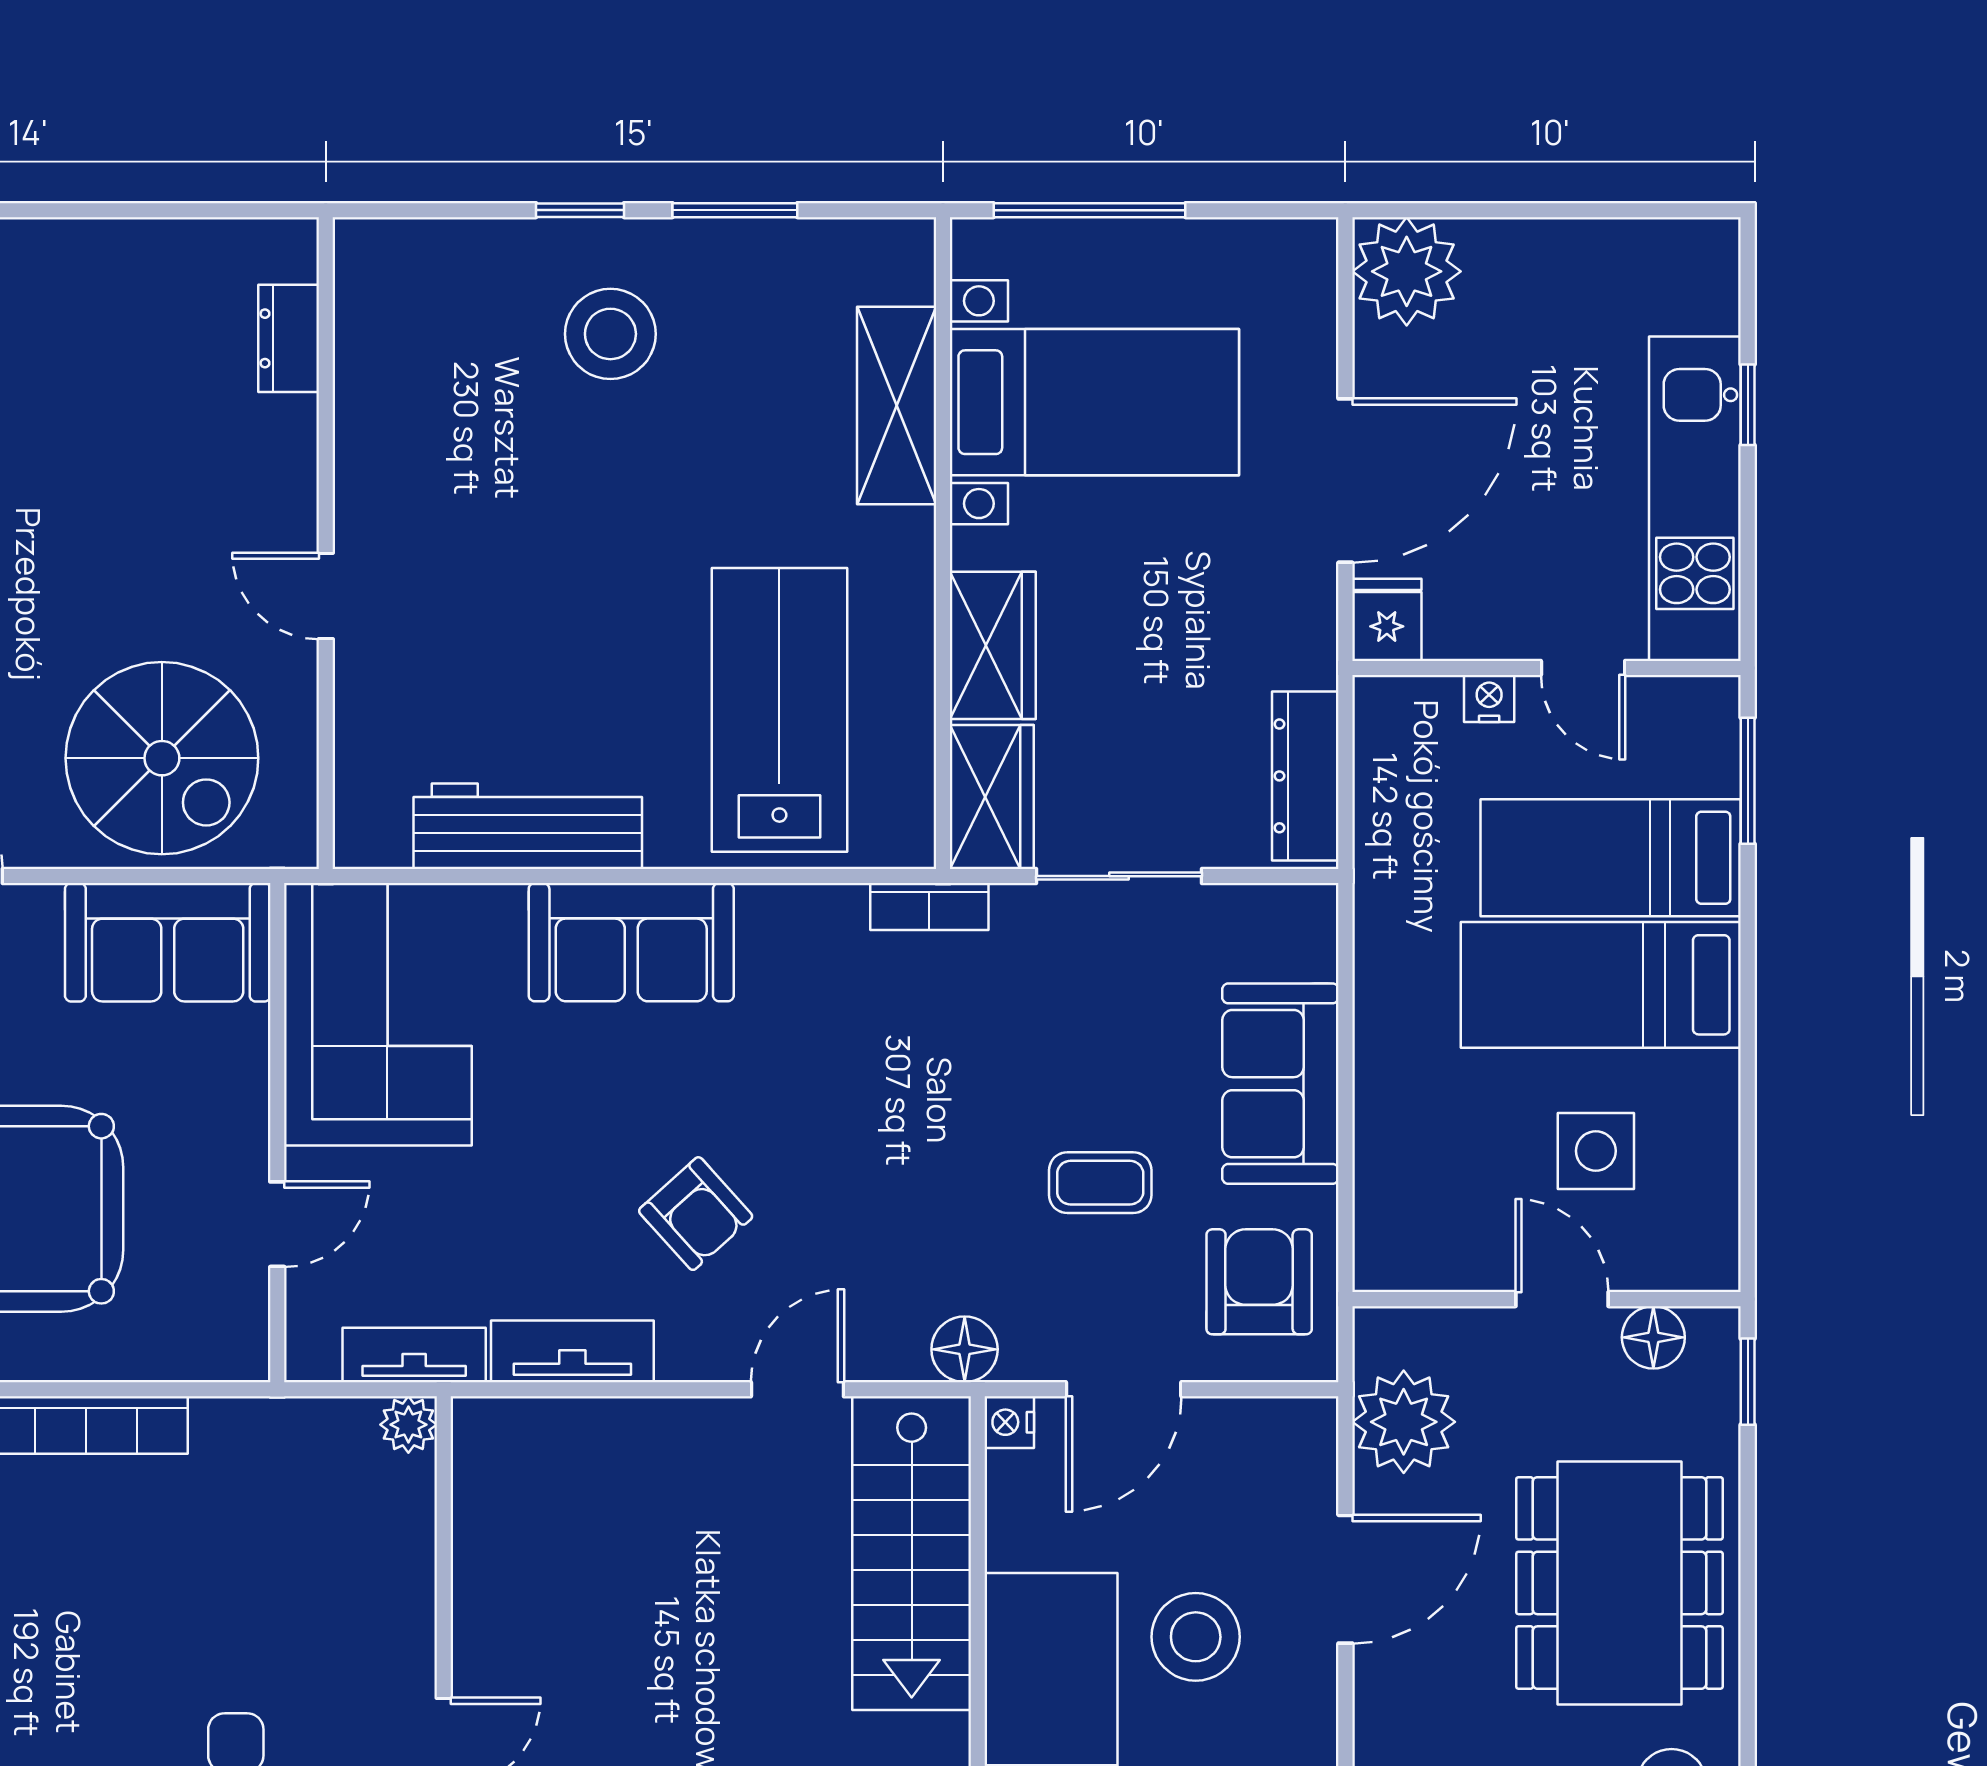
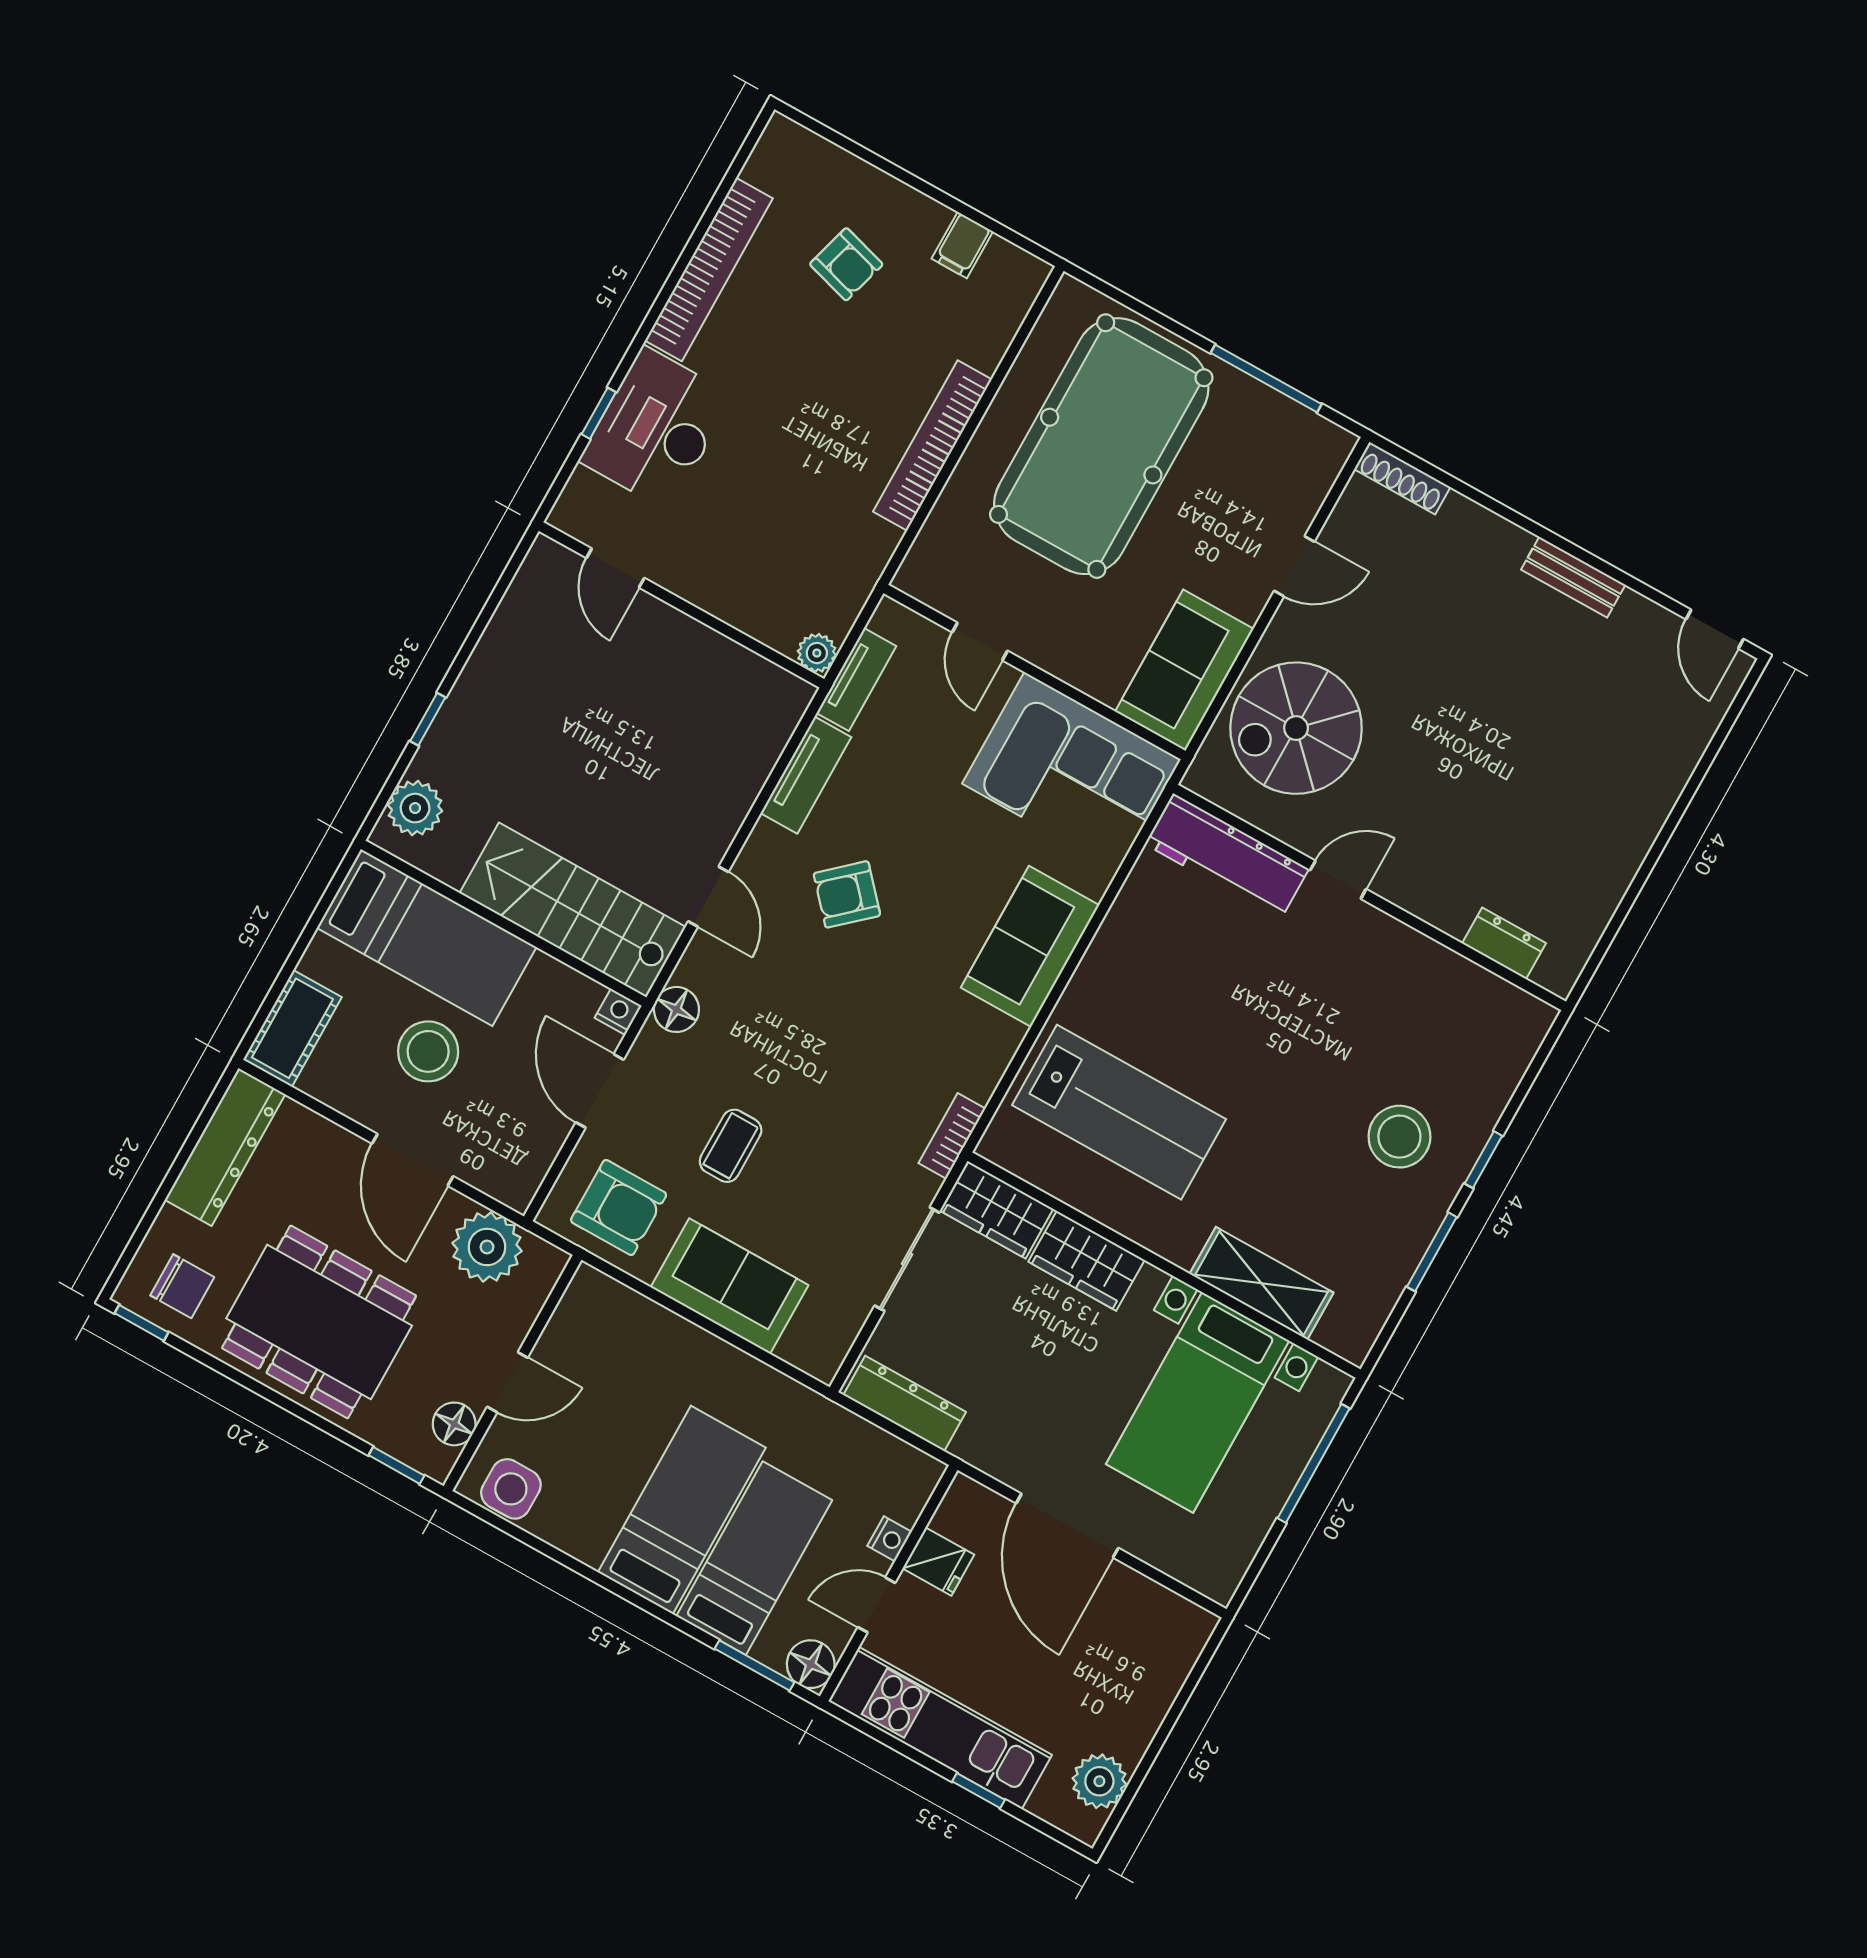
plant: (1407, 271) -> (1099, 1781), moved, width x0.73, depth x0.73
fridge: (1387, 620) -> (938, 1562), moved
floor lamp: (1706, 710) -> (811, 1664), added
workbench: (528, 826) -> (1227, 856), moved, turned 90
side table: (1596, 1151) -> (511, 1489), moved

